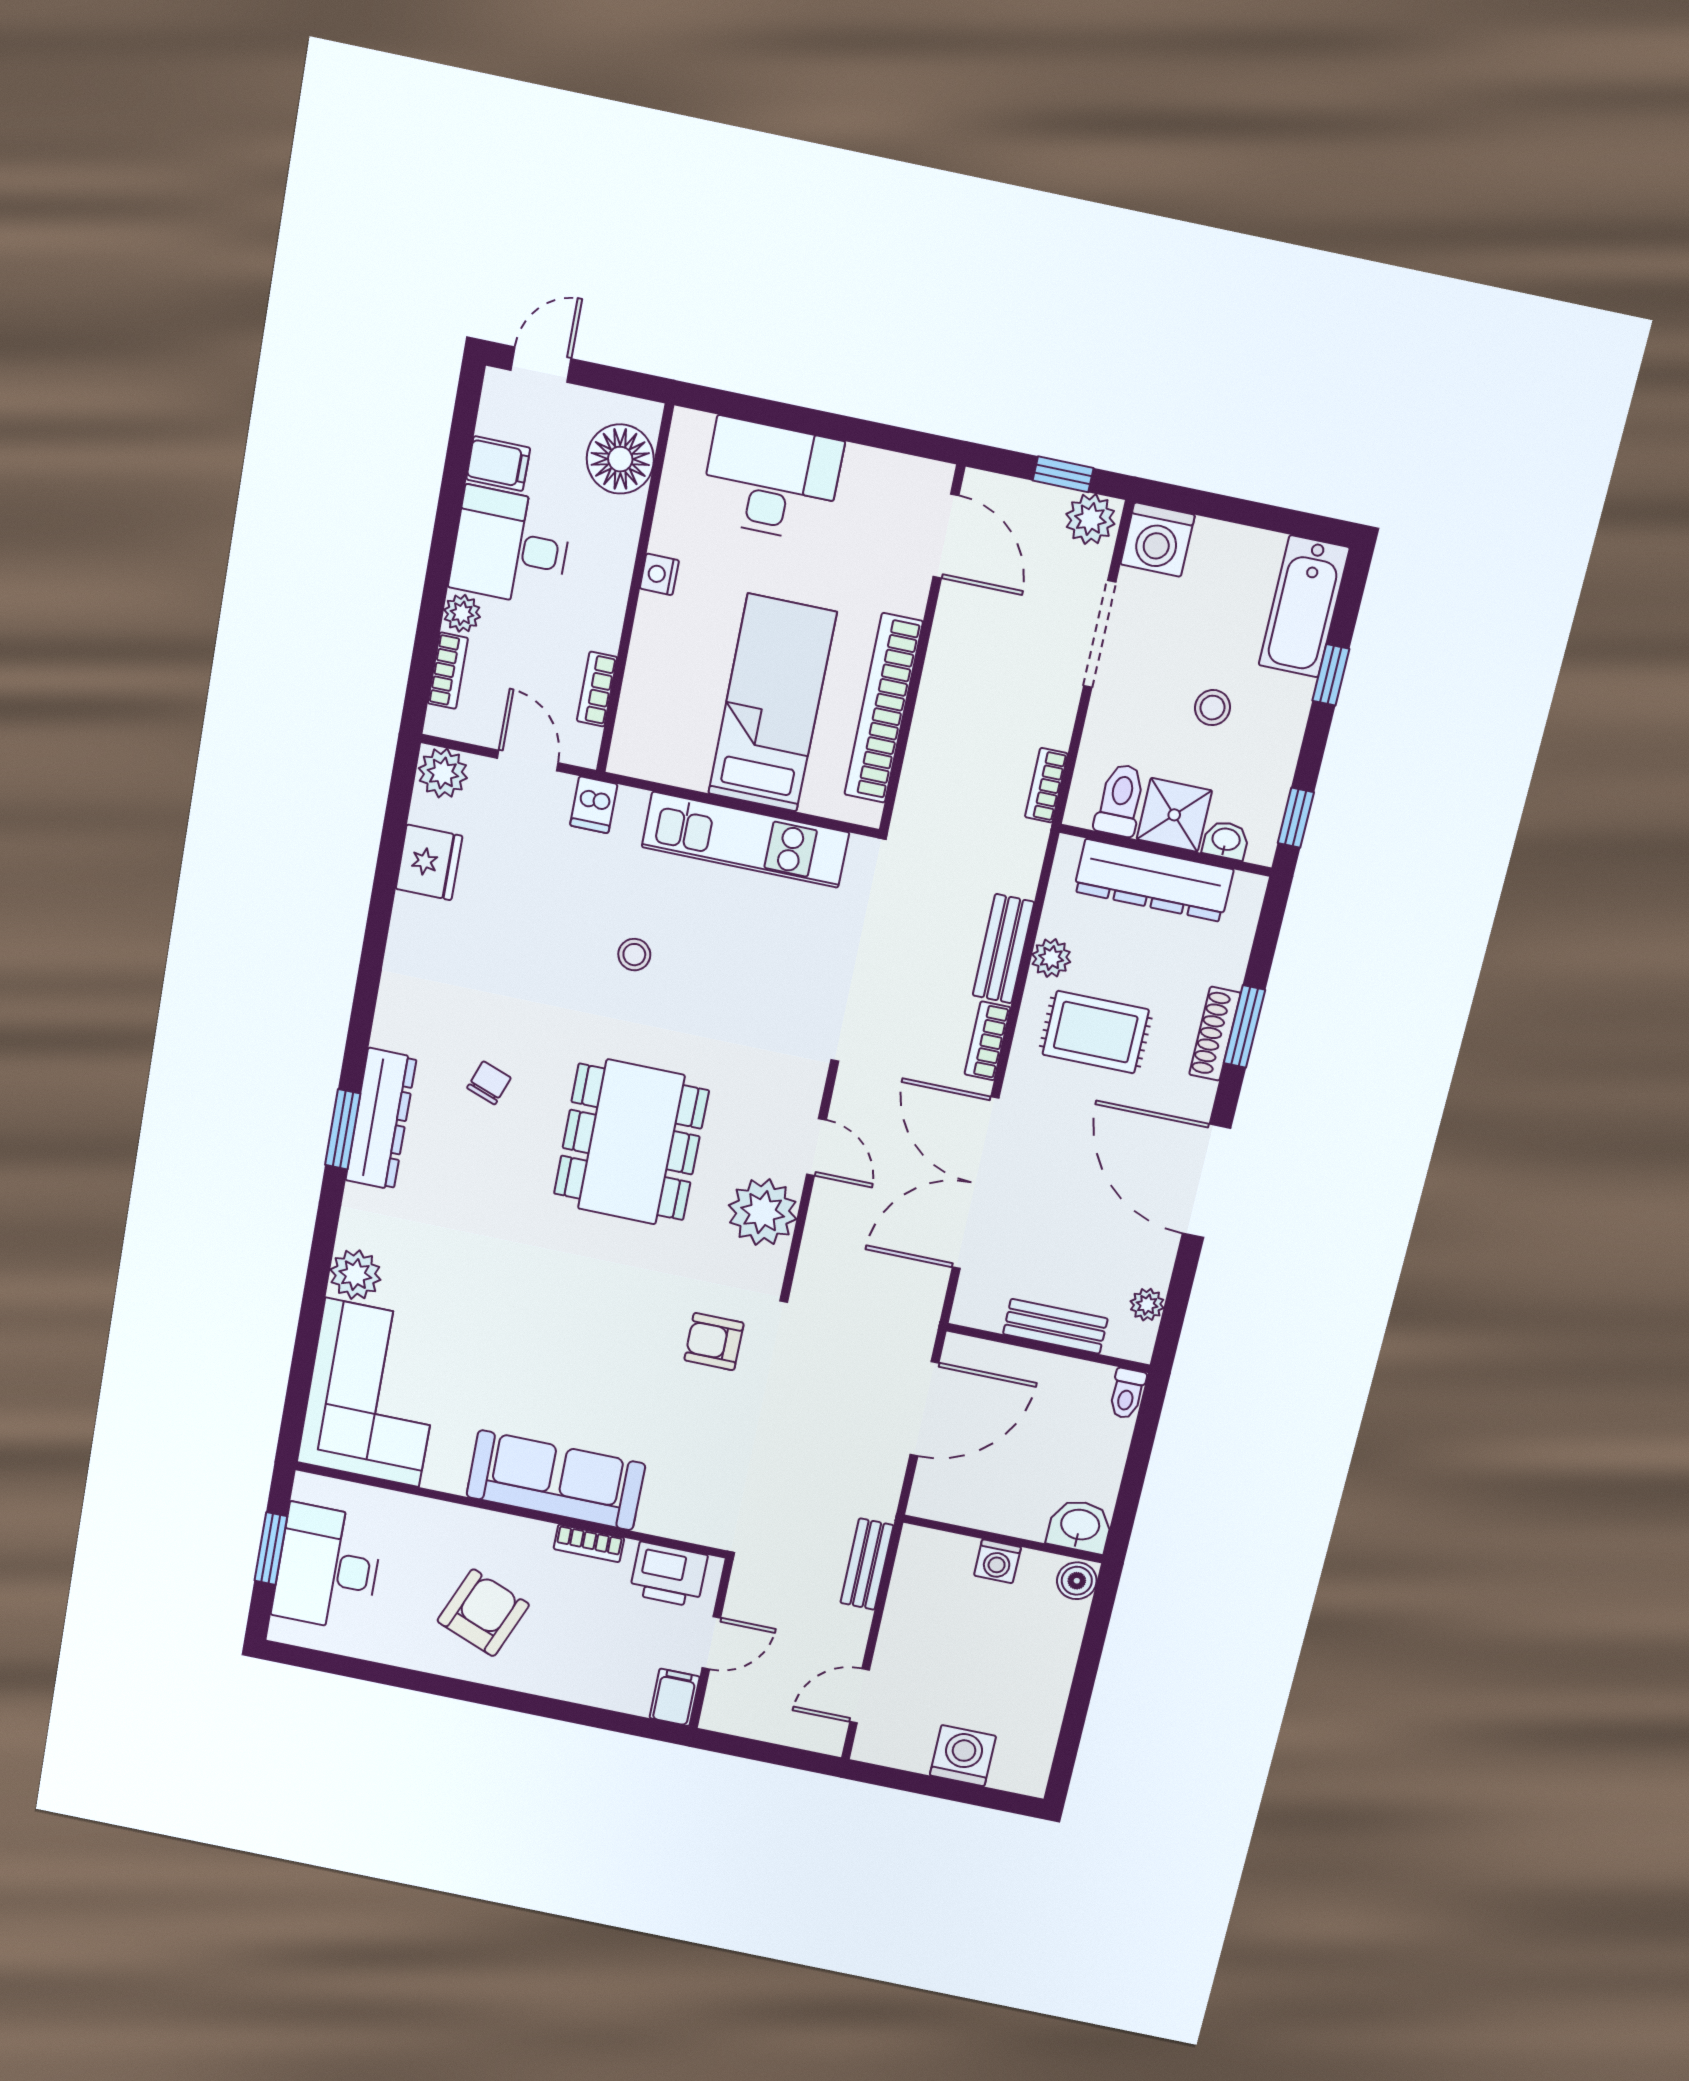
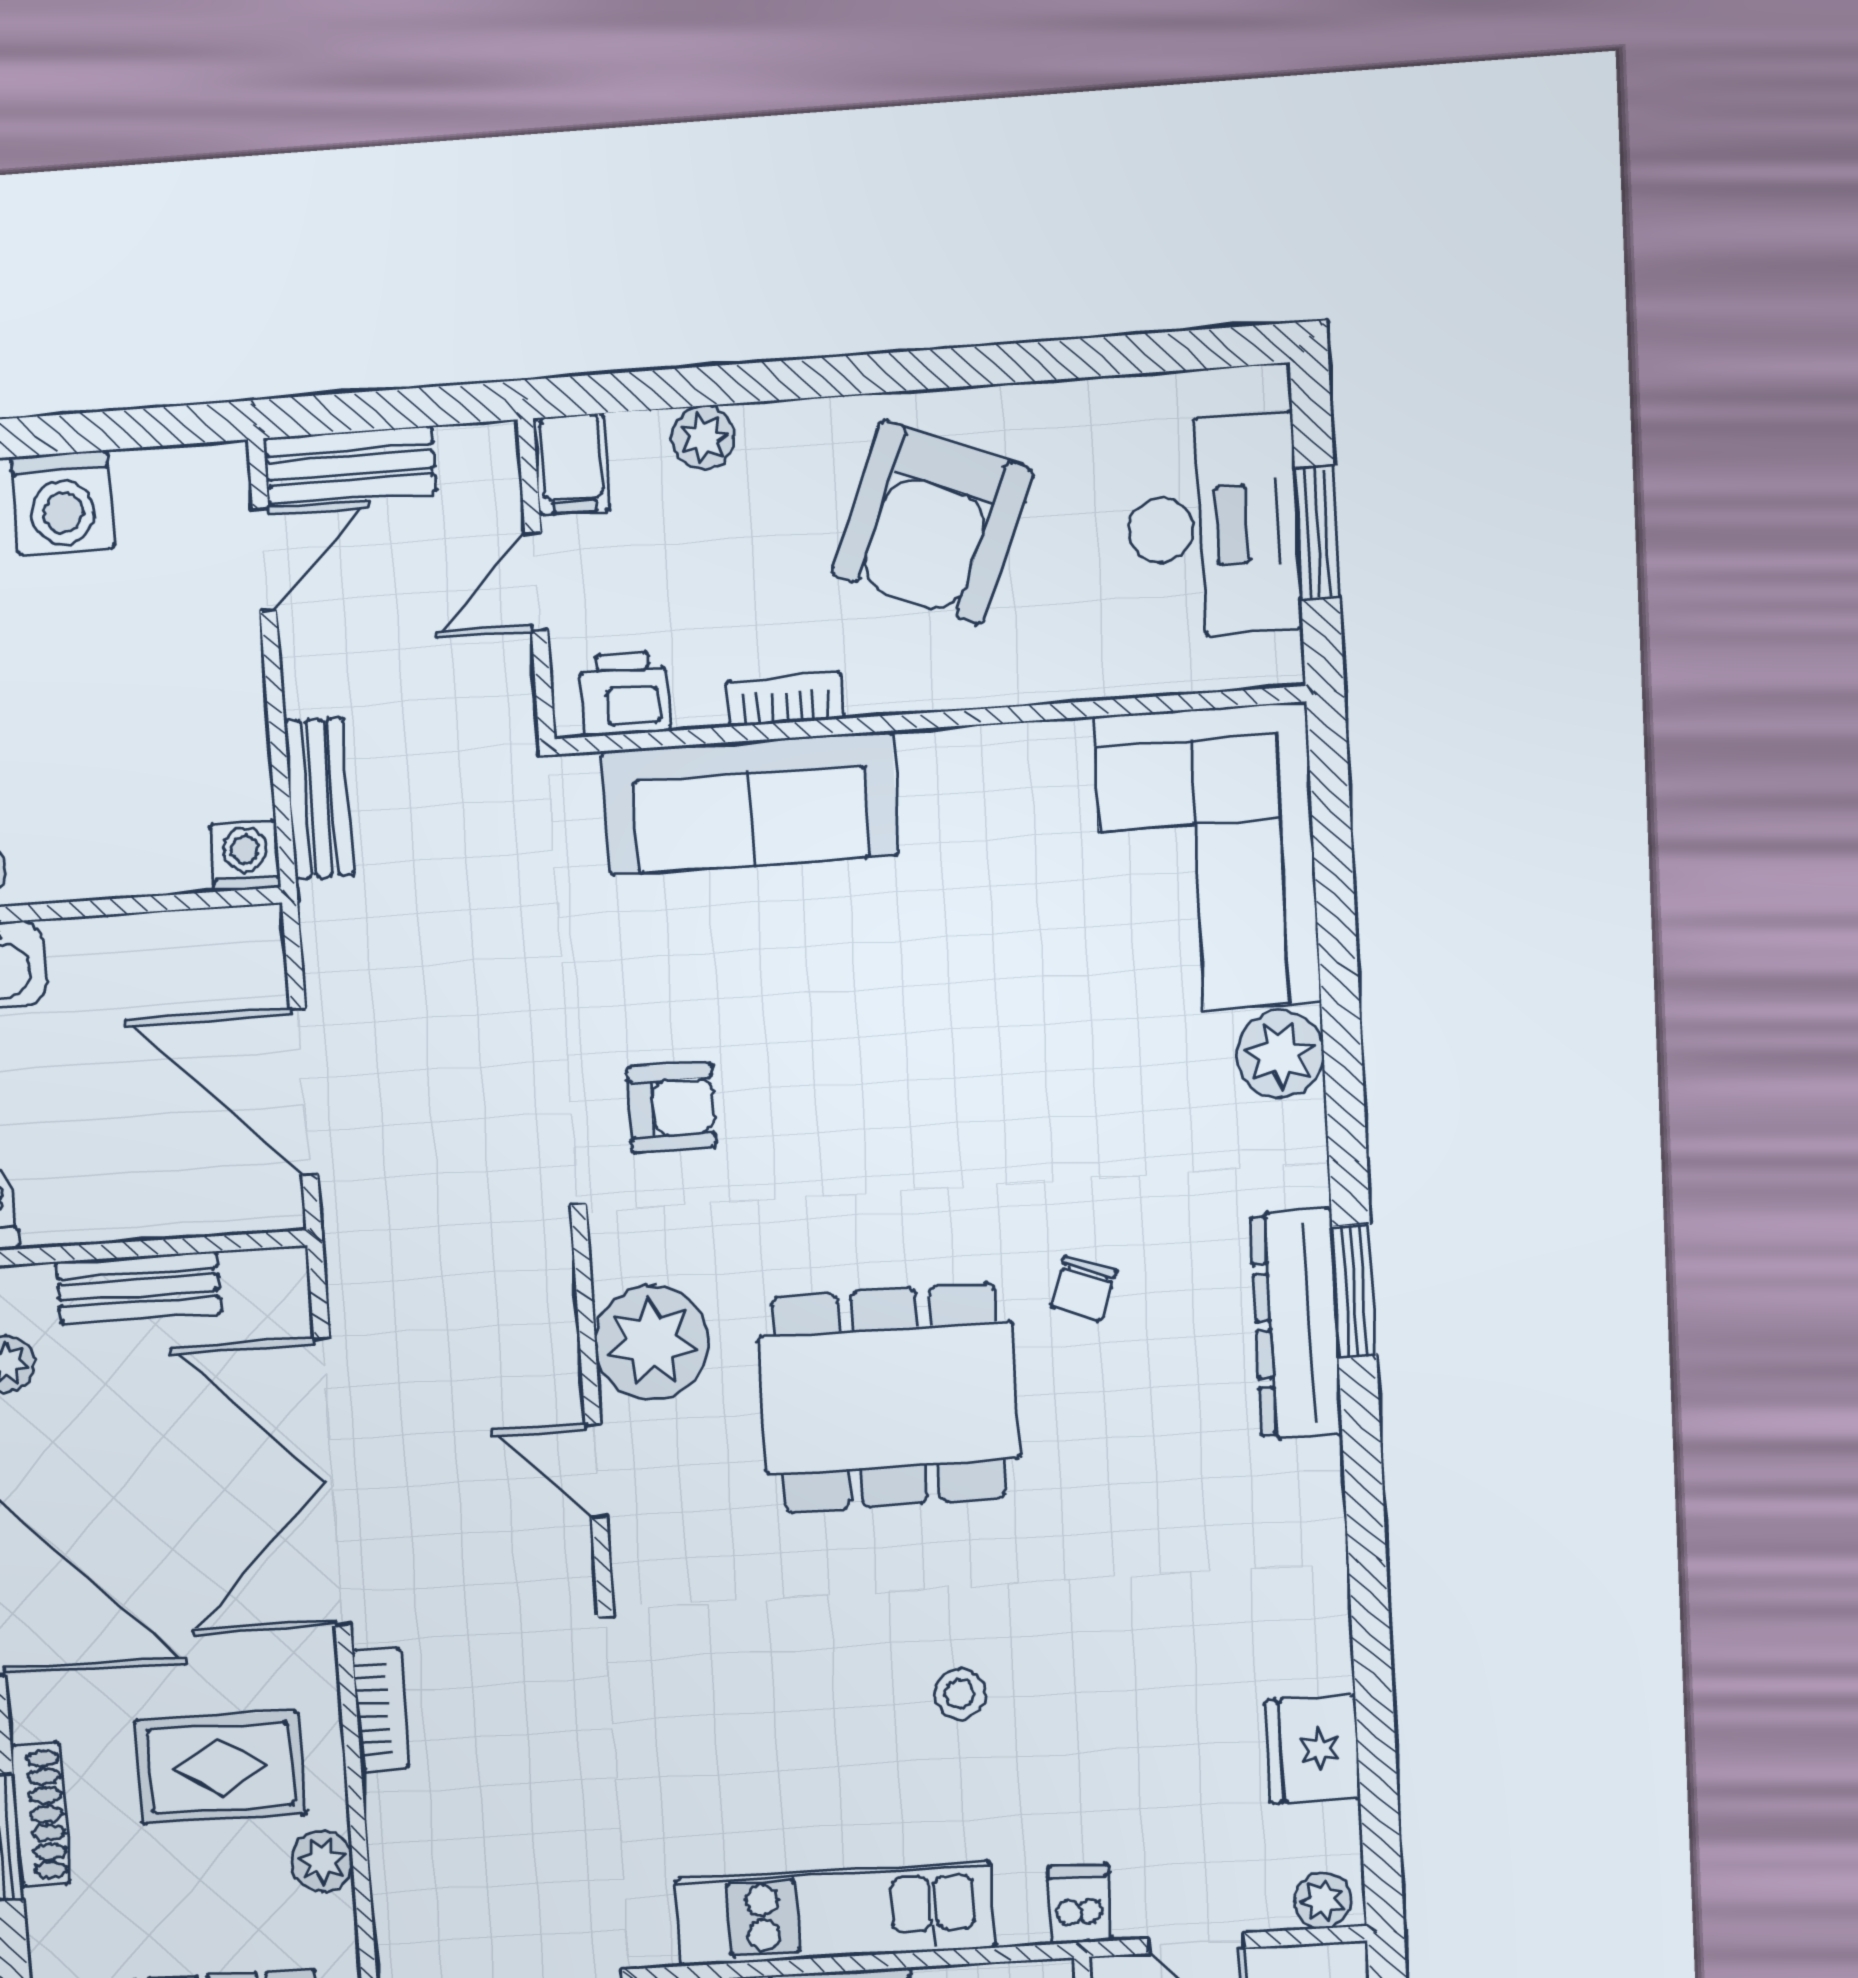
plant: (443, 773) -> (1323, 1901), width x0.73, depth x0.73
bench: (1003, 949) -> (350, 465), moved, turned 90
chair: (489, 1083) -> (1083, 1289), moved
dining table: (631, 1142) -> (889, 1398), turned 90
double door: (975, 1183) -> (332, 1482), swing flipped
door: (924, 1409) -> (304, 1091), hinge flipped
sofa: (556, 1480) -> (750, 803), moved
washing machine: (997, 1561) -> (245, 856), moved
printer: (669, 1575) -> (624, 694), width x0.73, depth x0.81
armchair: (483, 1613) -> (932, 522), width x1.36, depth x1.36
plant: (598, 1691) -> (704, 437), added

